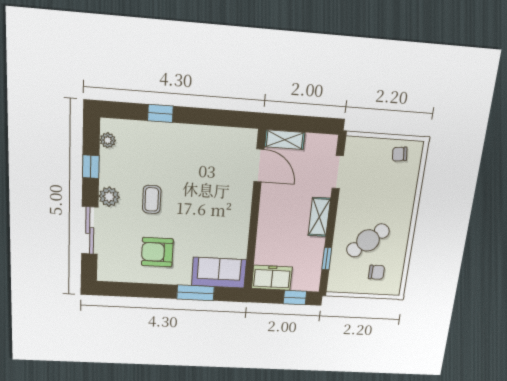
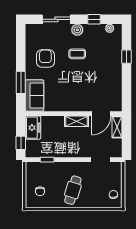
shelving: (319, 217) -> (77, 121), moved
cafe table: (368, 240) -> (73, 190), moved, turned 57

